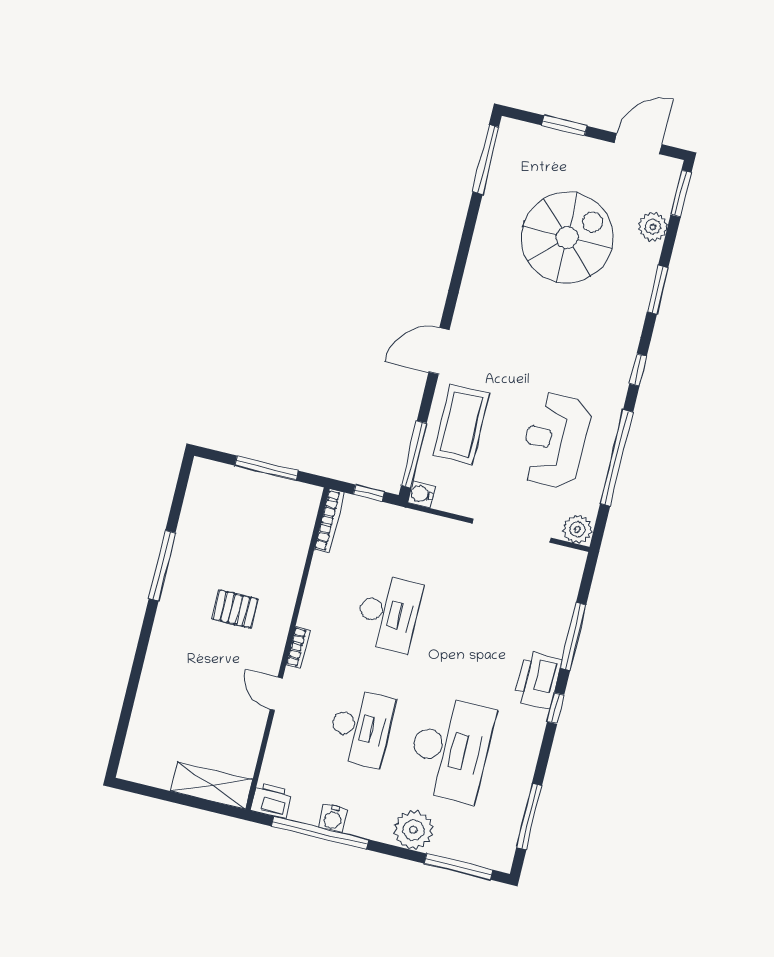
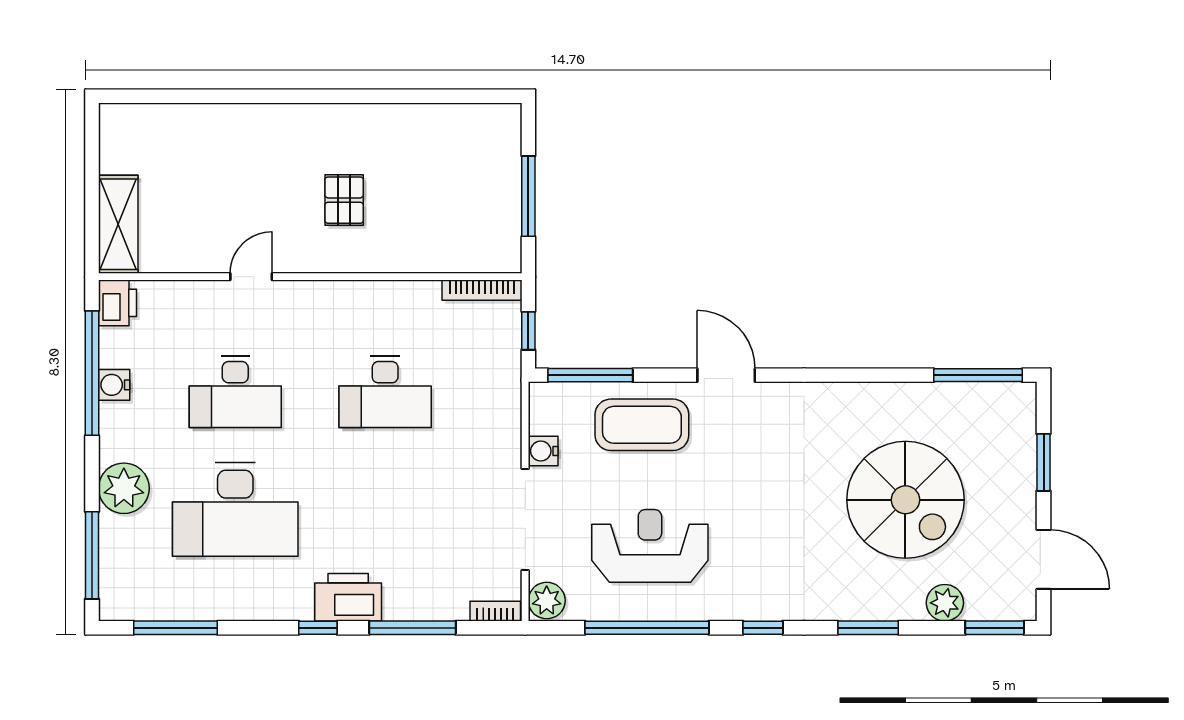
water cooler: (421, 494) -> (543, 451), moved, turned -90
window: (162, 566) -> (376, 96), removed
bookcase: (298, 647) -> (495, 611), moved, turned 180

